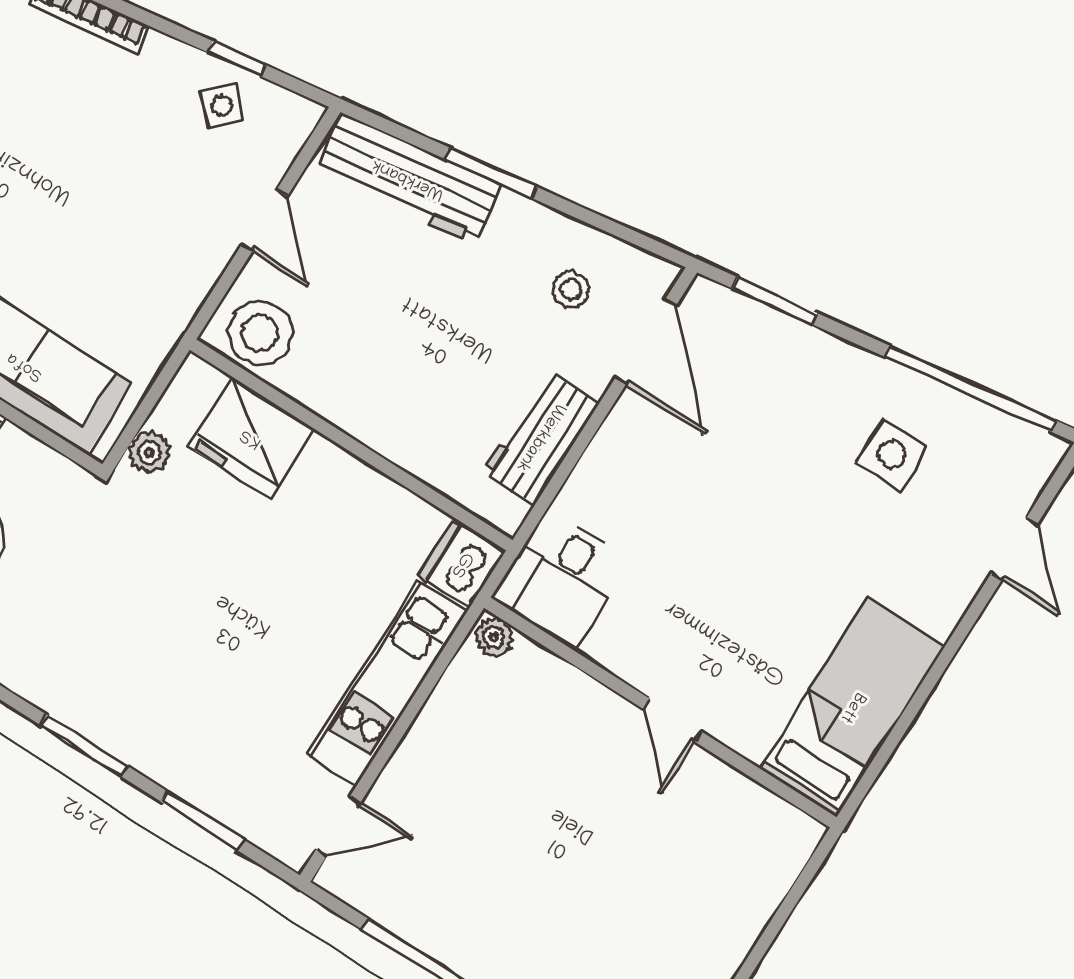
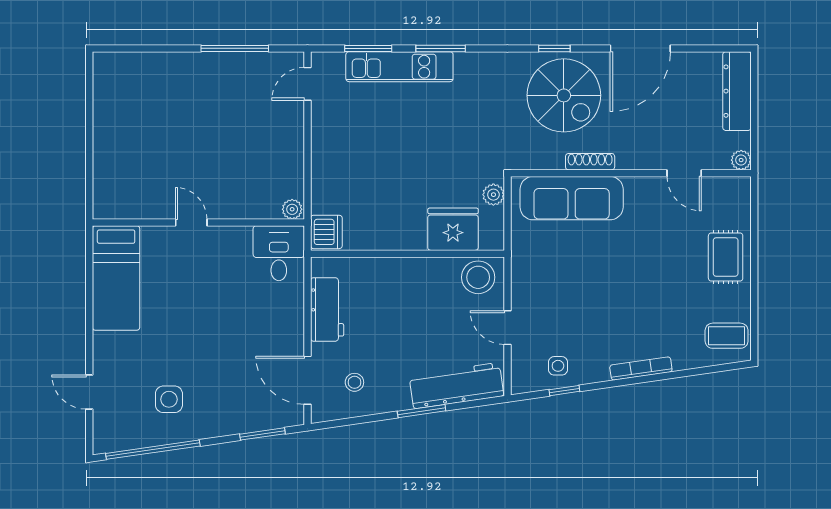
side table: (221, 106) -> (558, 366), turned 45
kitchen unit: (387, 683) -> (399, 67), moved, turned 90

